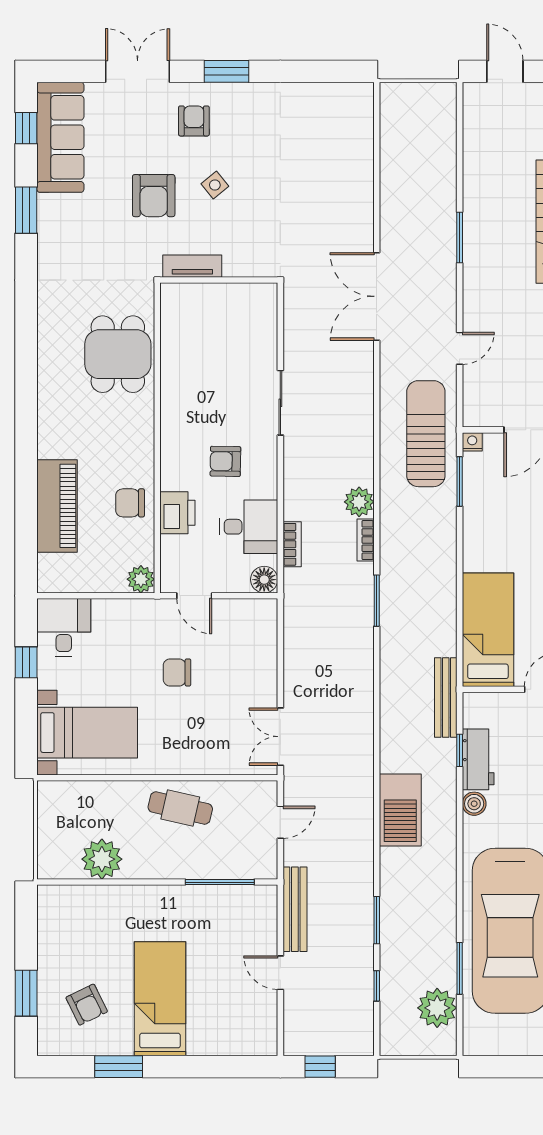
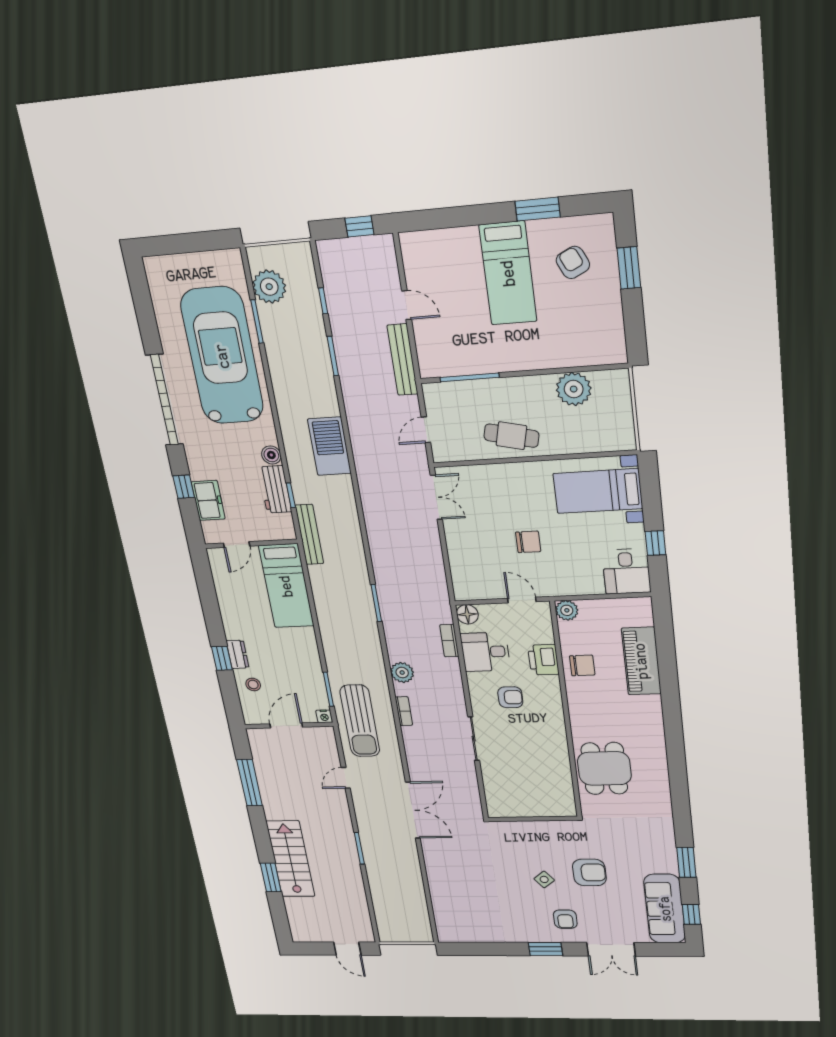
armchair: (154, 196) -> (589, 872), turned 90
tv unit: (192, 266) -> (554, 828), removed
bookcase: (366, 540) -> (404, 711), moved

